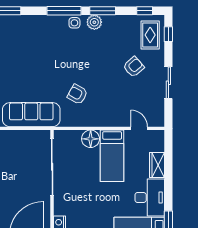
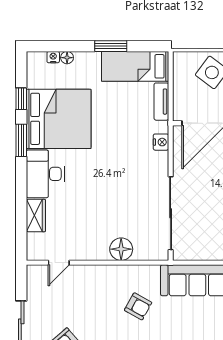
door: (139, 128) -> (59, 263), hinge flipped
bed: (112, 156) -> (94, 227), removed

